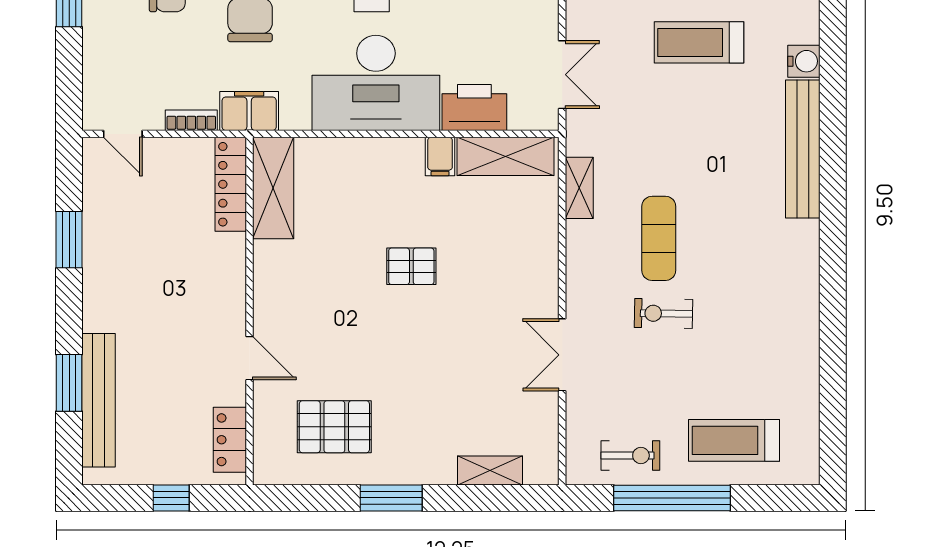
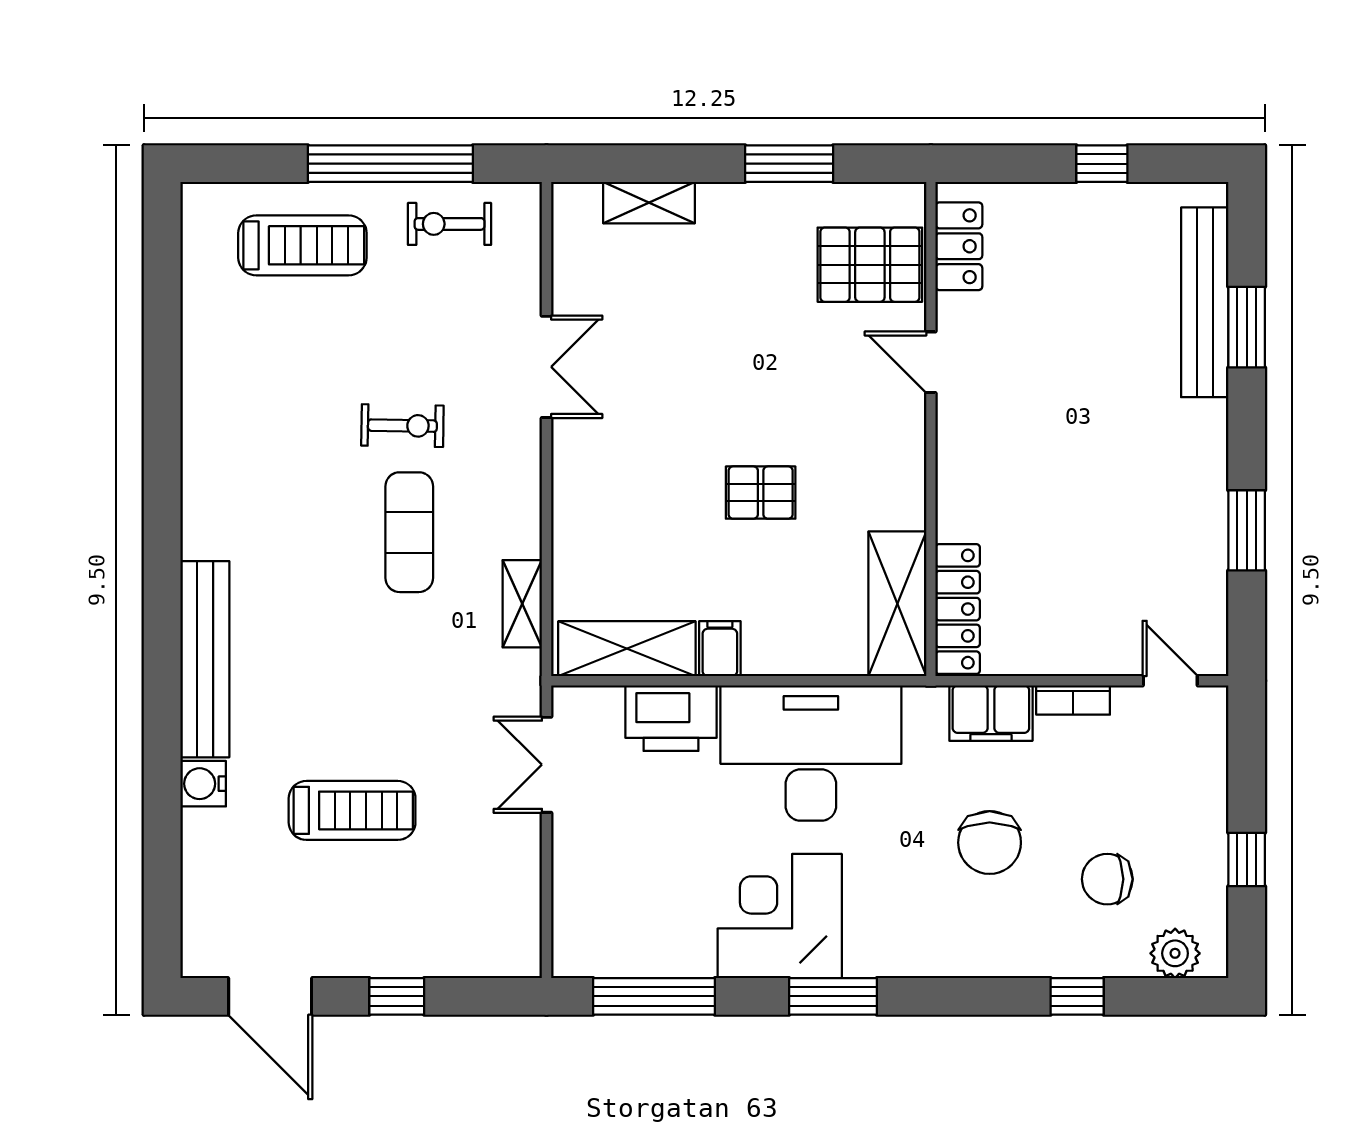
locker: (231, 184) -> (958, 609), moved
shelving: (273, 188) -> (897, 604), moved
wall: (250, 311) -> (931, 429), moved
door: (250, 358) -> (931, 362), moved
locker: (230, 440) -> (959, 246), moved

